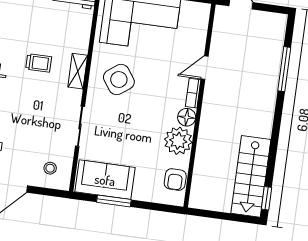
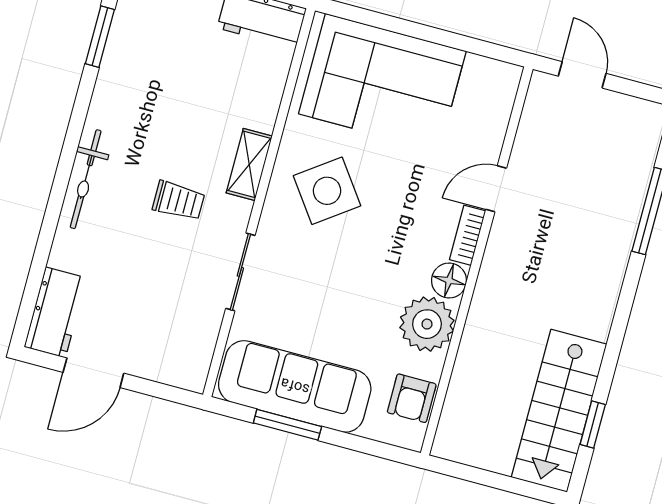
trolley: (39, 63) -> (179, 201), moved
stool: (50, 168) -> (172, 346), removed
sofa: (105, 180) -> (295, 386), width x1.36
window: (266, 198) -> (593, 424), moved

